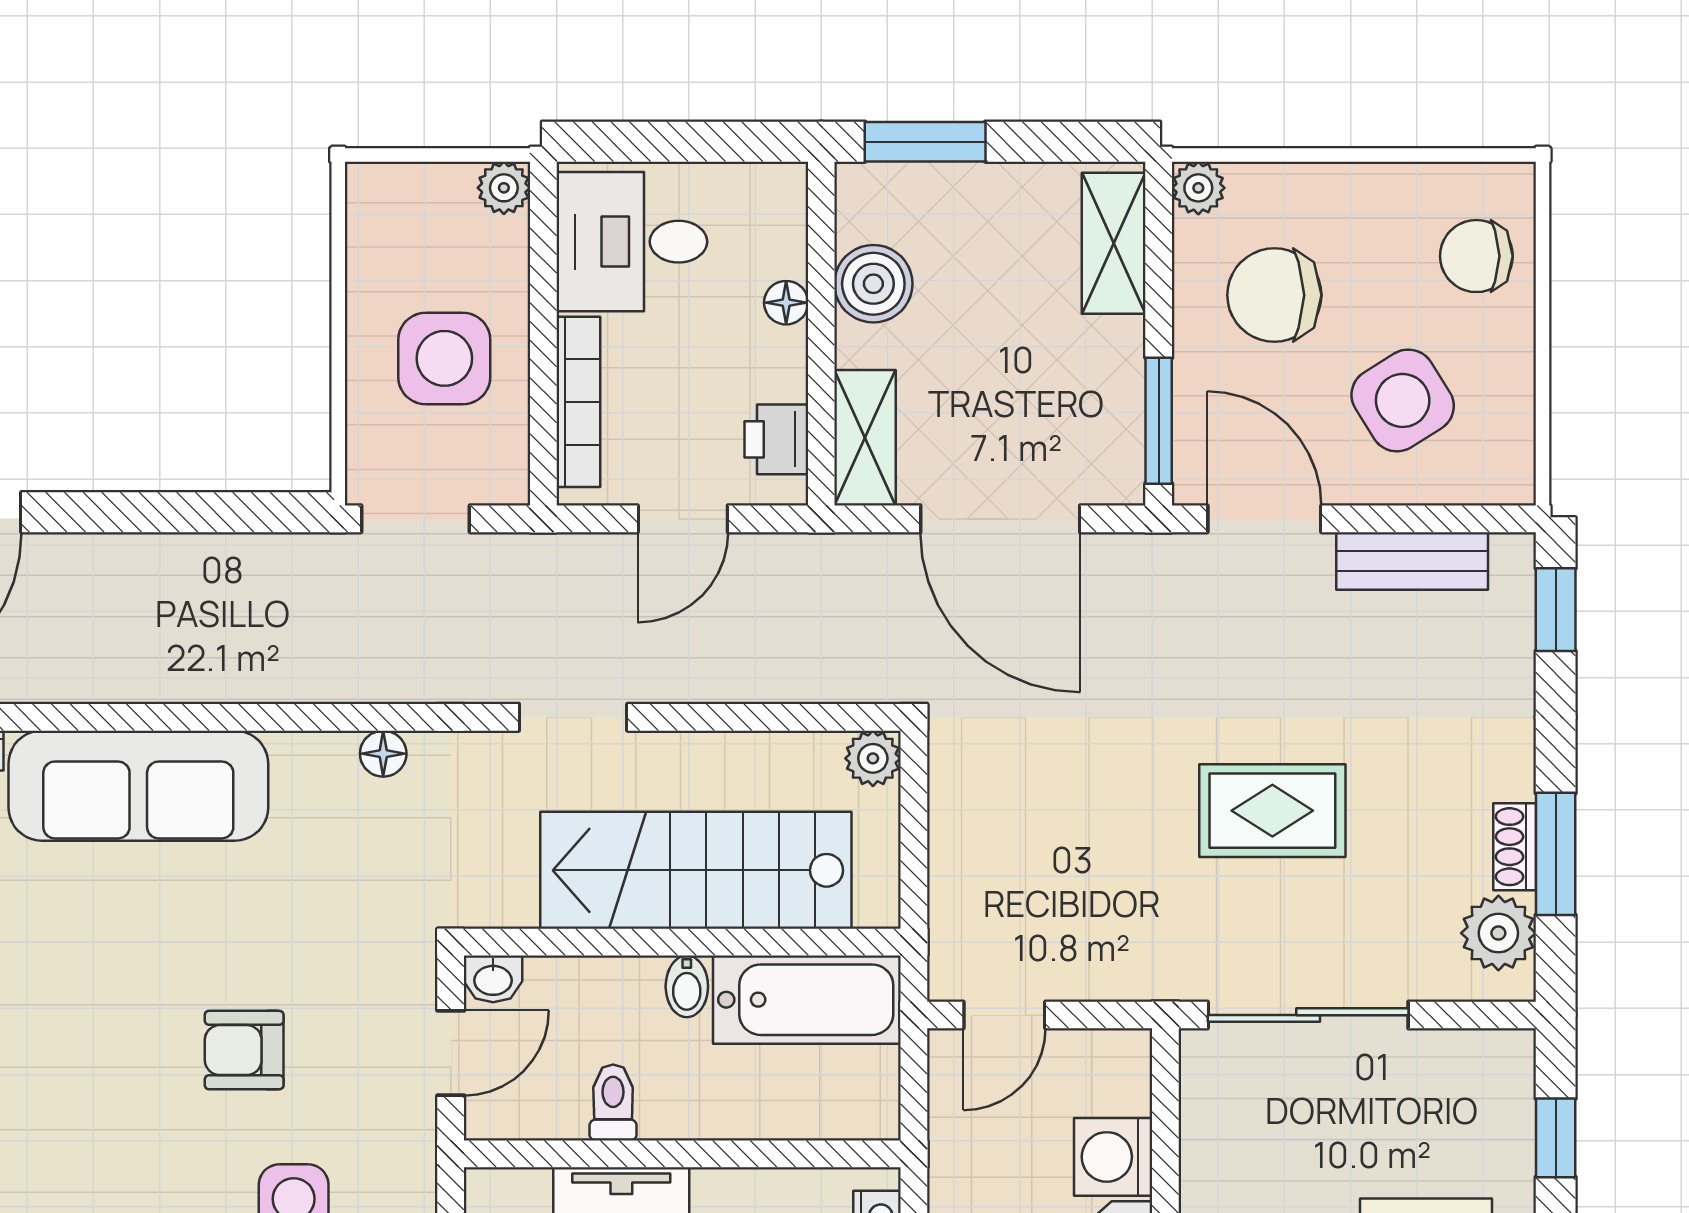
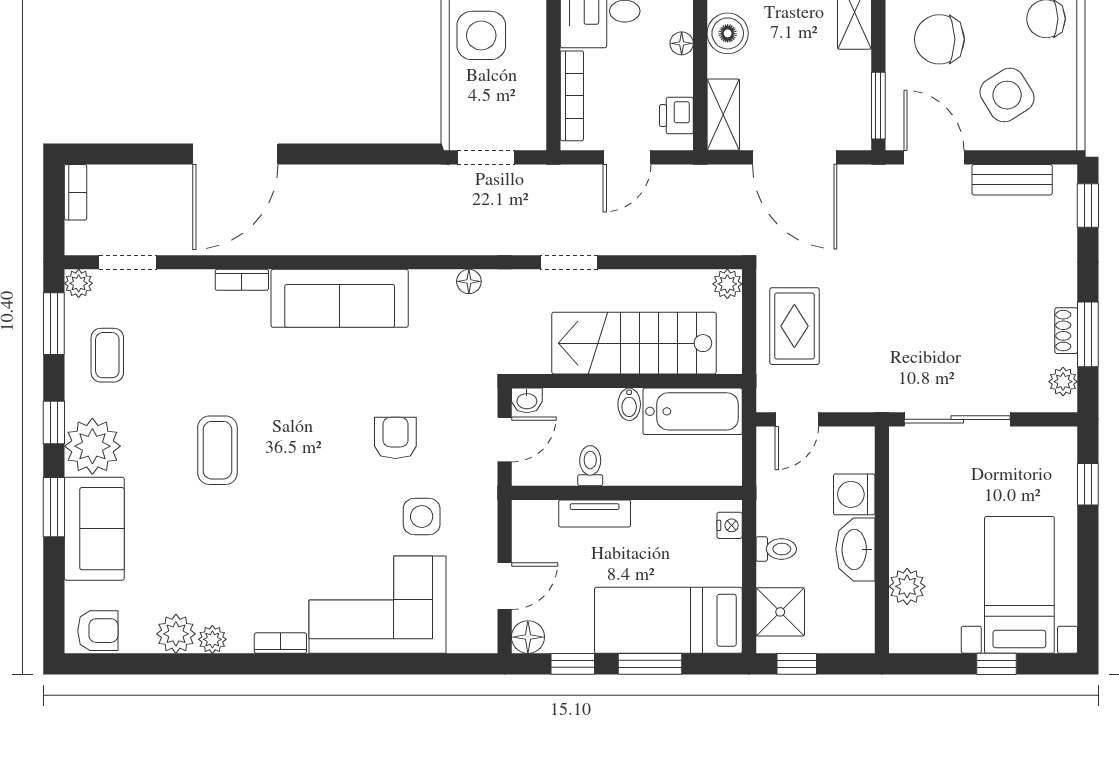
side table: (444, 358) -> (481, 35), moved
rug: (1272, 811) -> (794, 326), moved, turned 90
plant: (1498, 933) -> (1063, 382), width x0.73, depth x0.73
armchair: (244, 1050) -> (395, 438), turned 90

